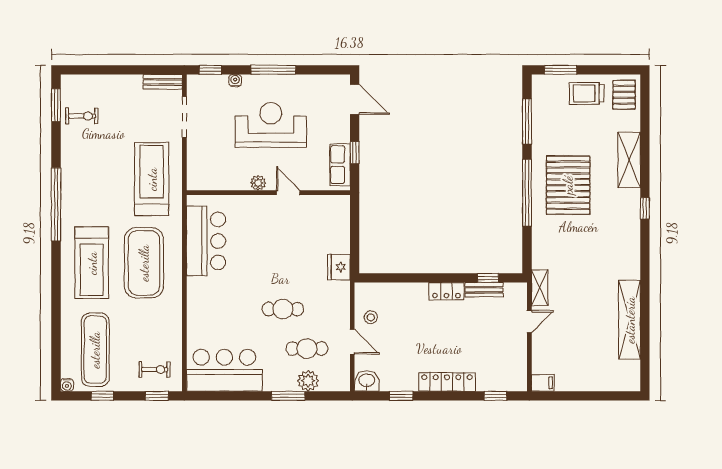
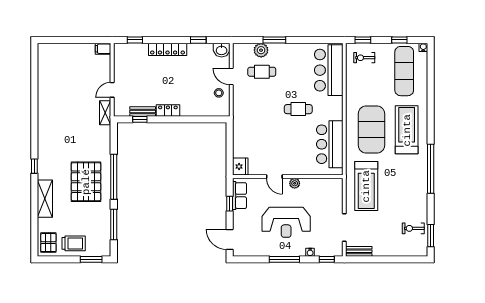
fridge: (339, 267) -> (240, 167), moved
cafe table: (283, 309) -> (298, 109), moved
shelving: (630, 320) -> (45, 91), removed
bar counter: (224, 370) -> (329, 70), moved, turned 90

